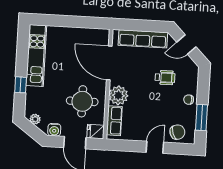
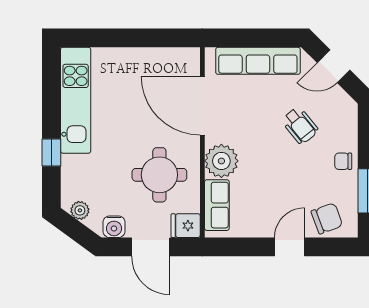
wheelchair: (165, 78) -> (300, 125), turned 51

